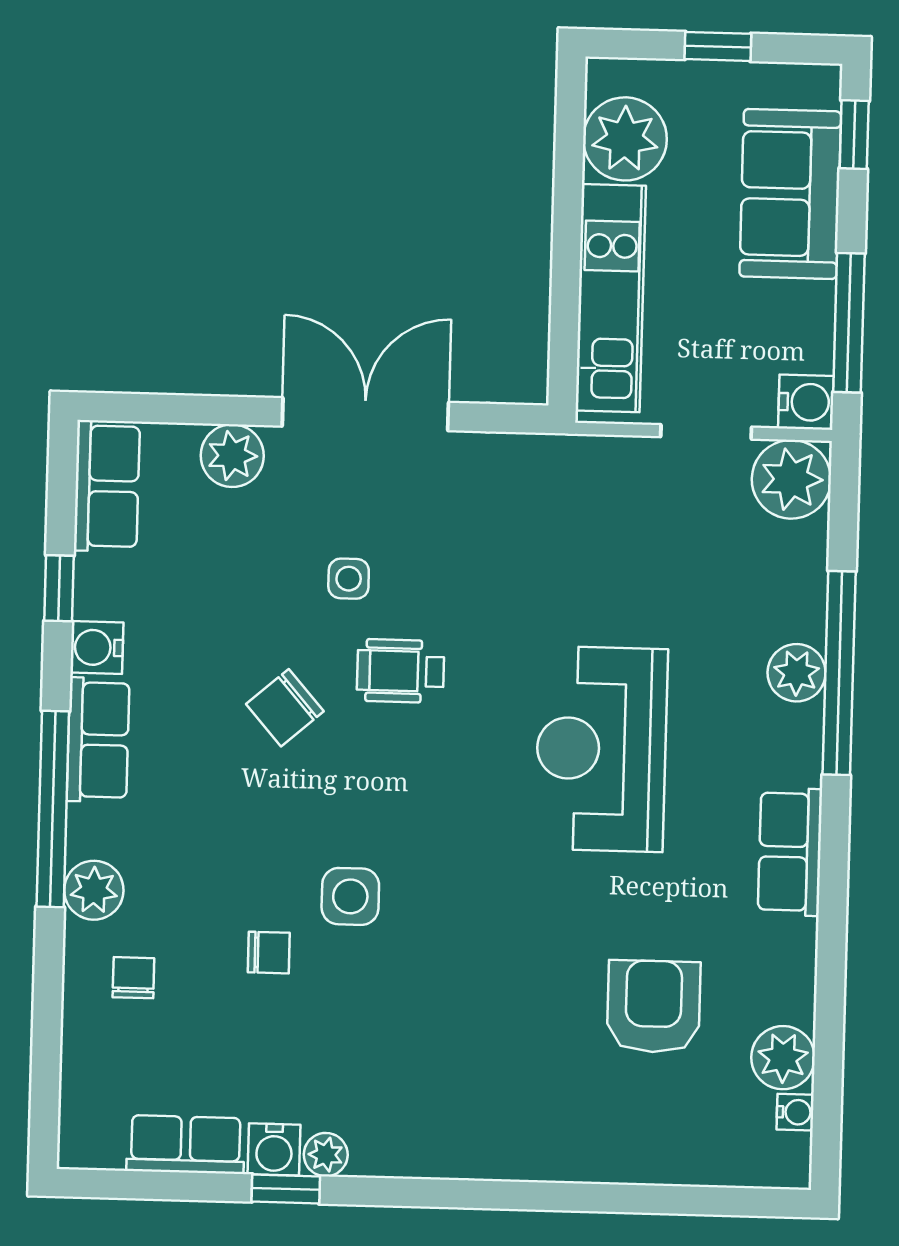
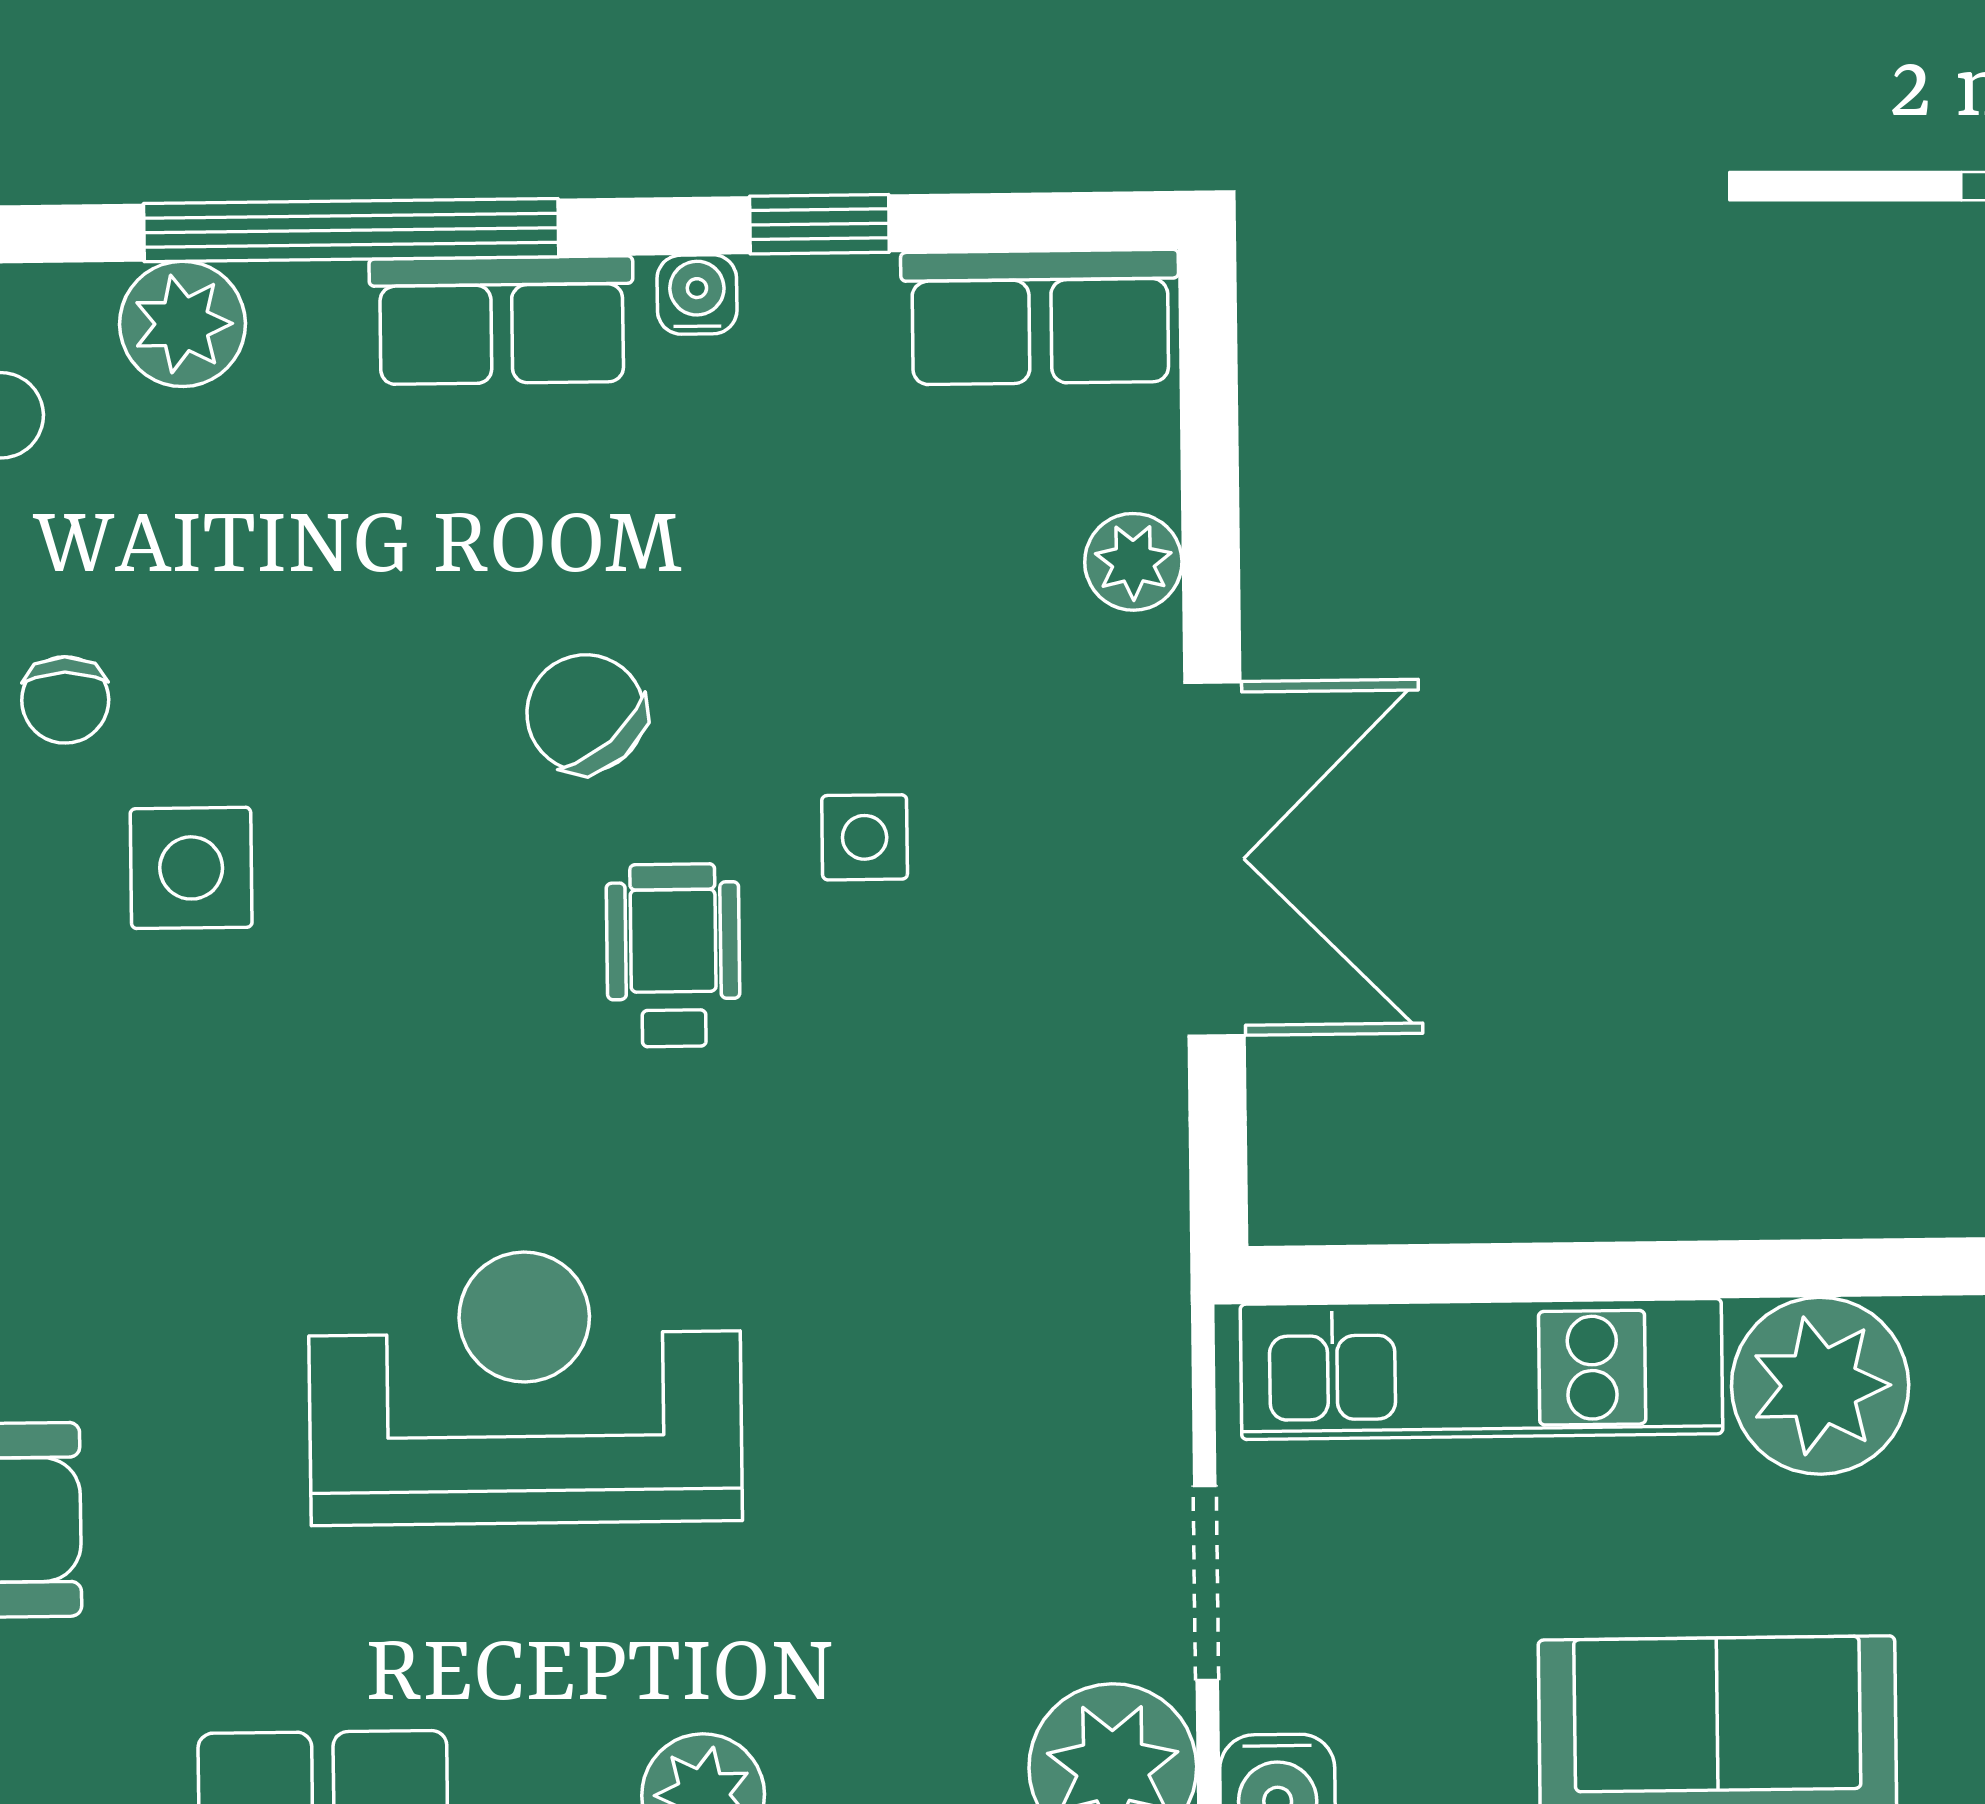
plant: (232, 456) -> (1133, 562), width x0.73, depth x0.73
water cooler: (97, 647) -> (697, 294), width x0.72, depth x0.72

